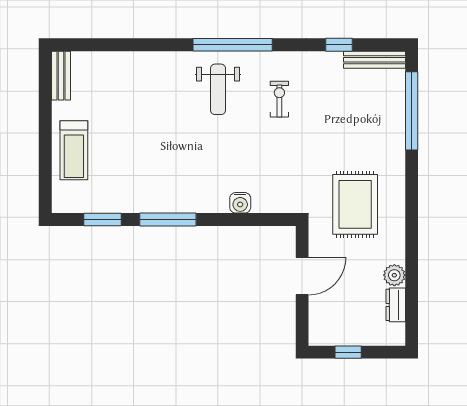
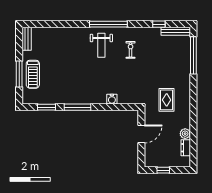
window: (45, 150) -> (19, 74), added
rug: (355, 204) -> (167, 100), width x0.73, depth x0.70

